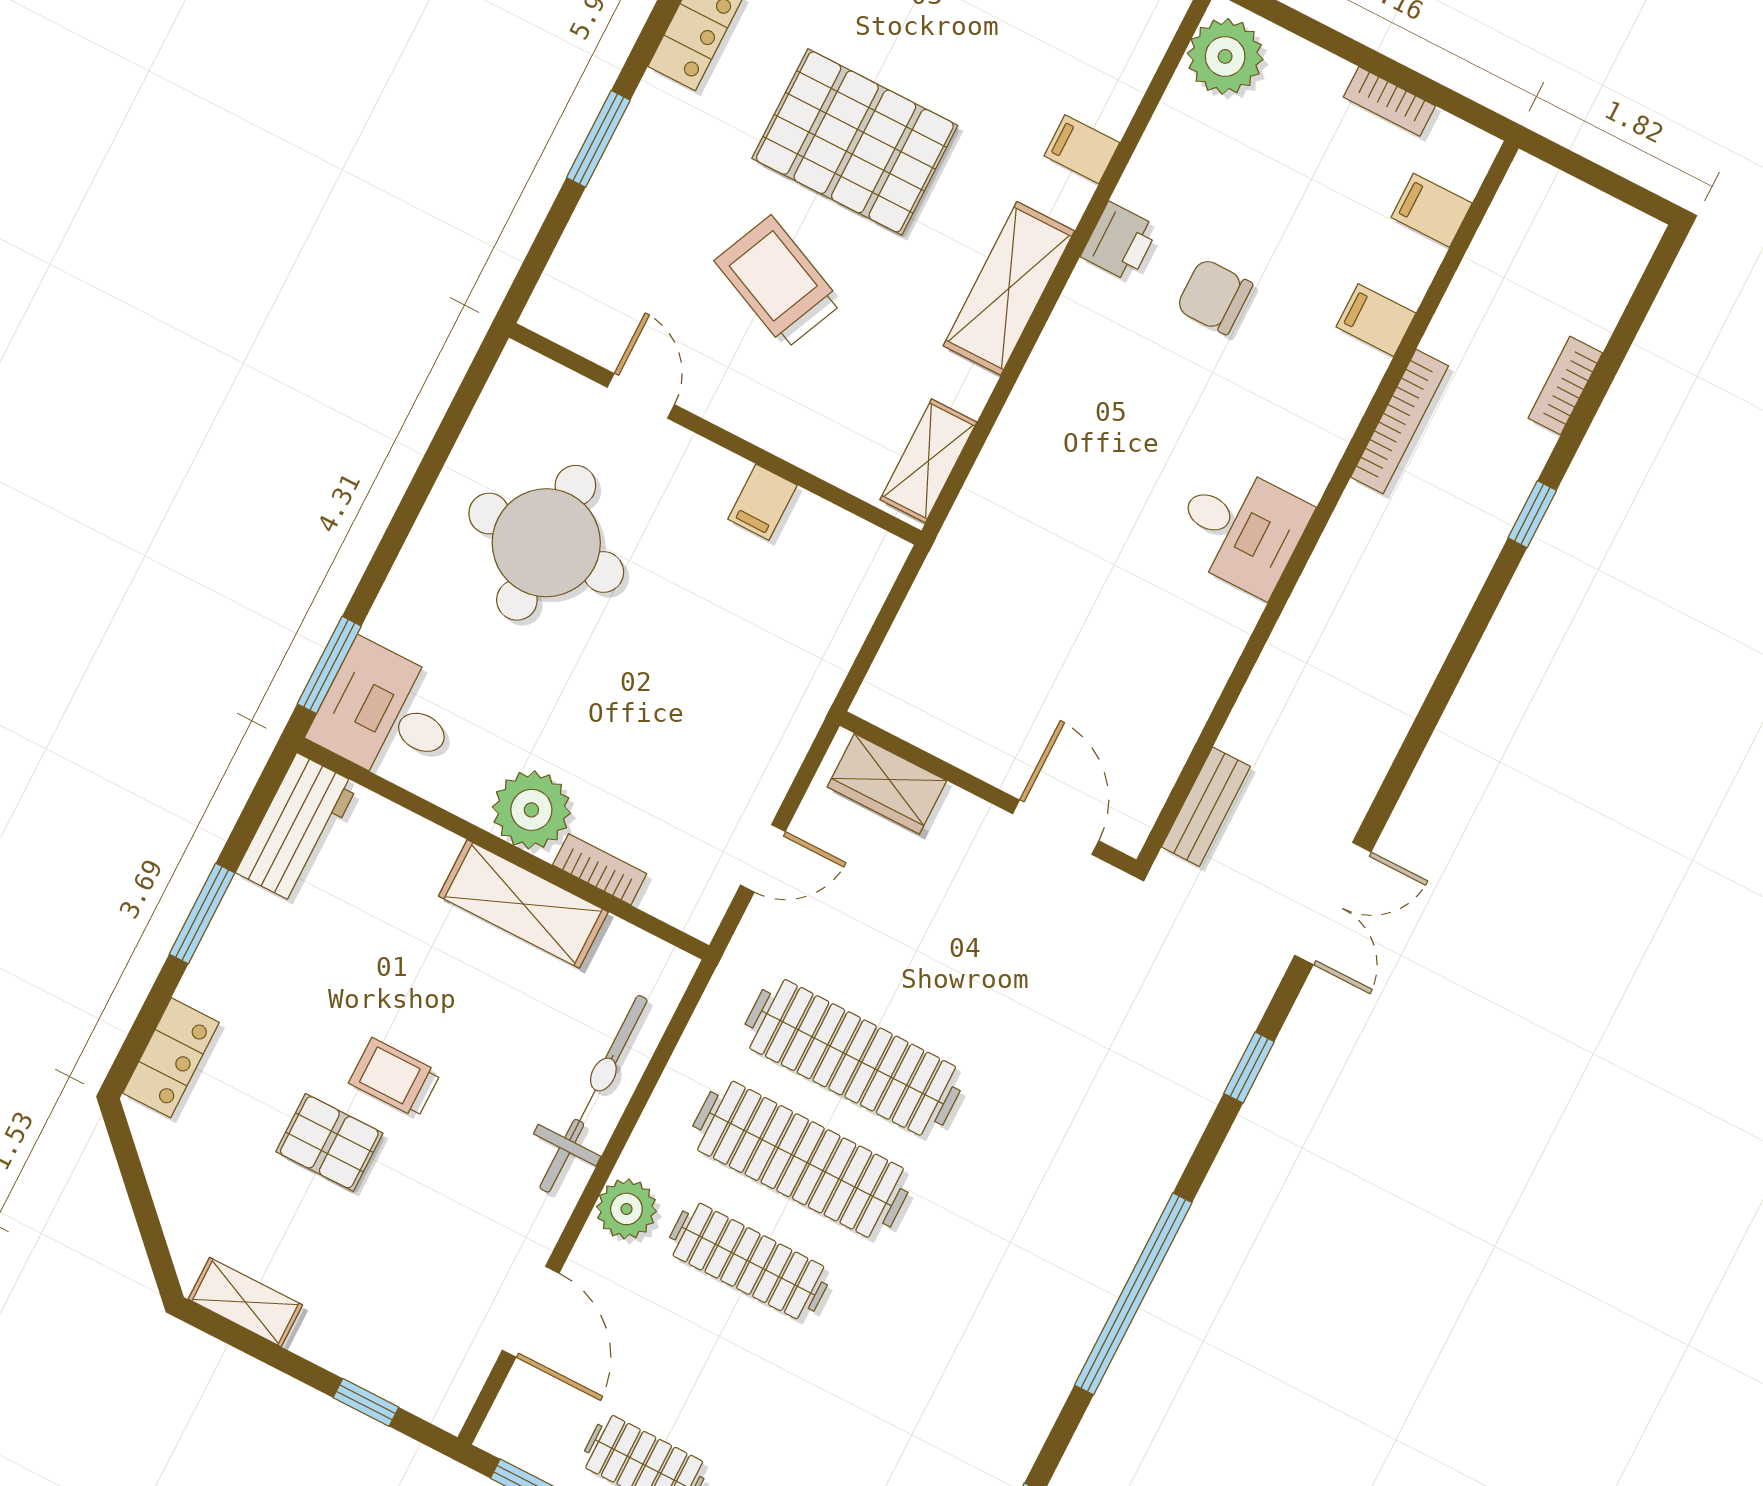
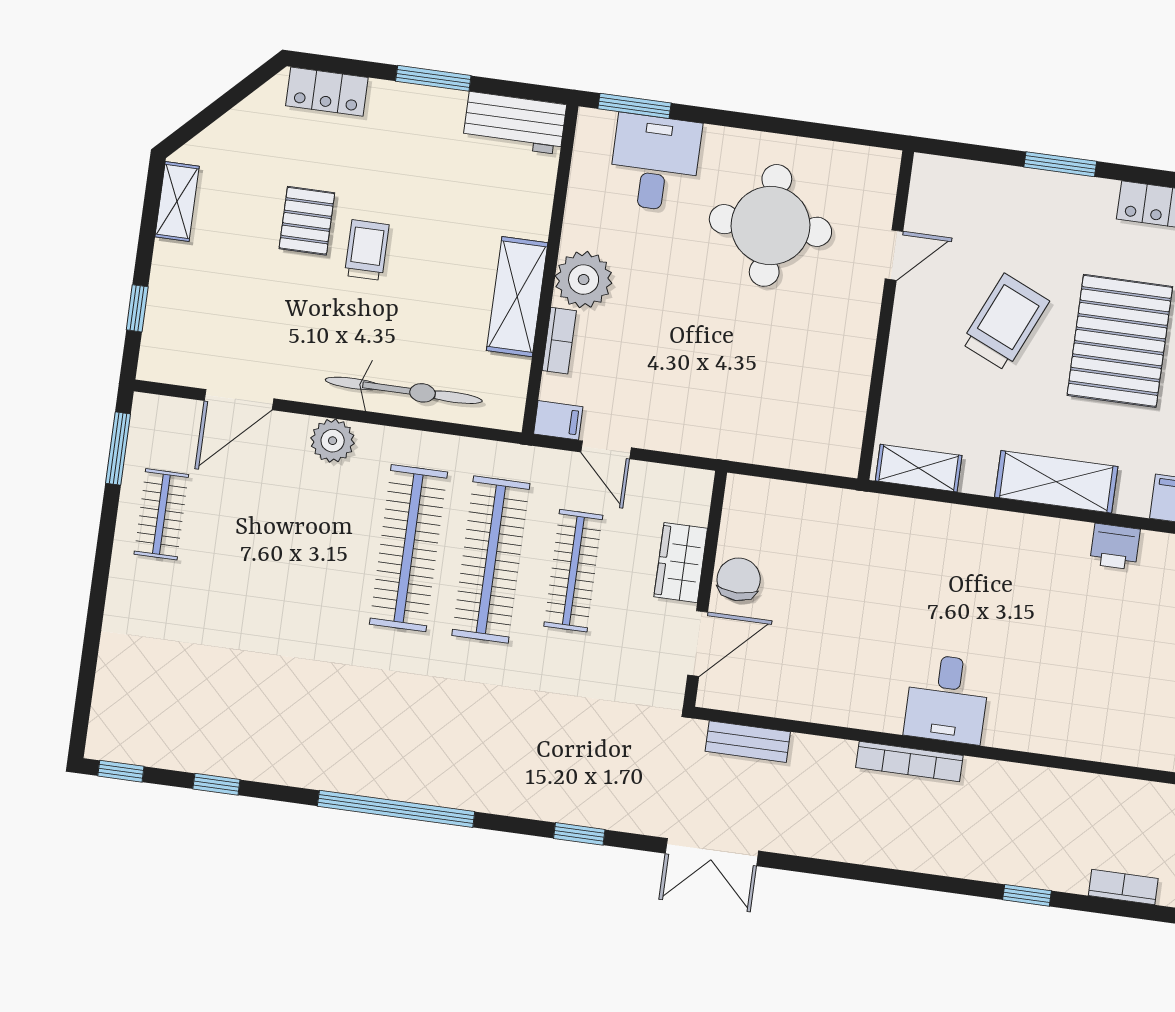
chair: (1214, 296) -> (739, 579), moved
filing cabinet: (1376, 320) -> (1123, 741), removed
bookcase: (1400, 421) -> (909, 761), moved
filing cabinet: (762, 502) -> (558, 420), moved, turned 180
desk: (387, 715) -> (655, 163), moved
wardrobe: (887, 784) -> (681, 563), moved
clothes rail: (748, 1261) -> (573, 571), moved

